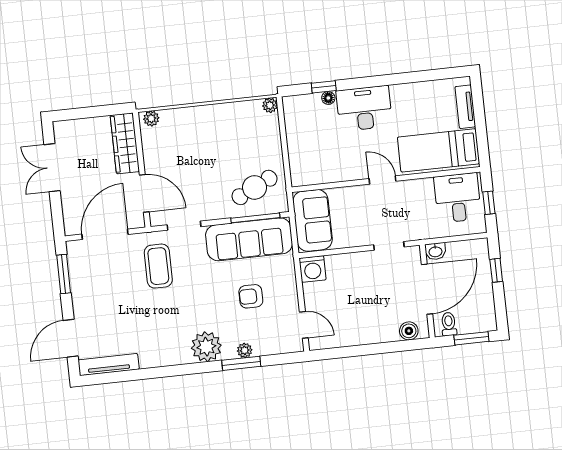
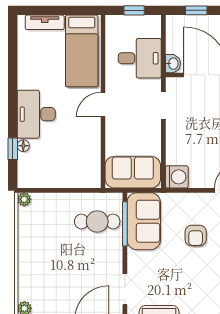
cafe table: (255, 187) -> (97, 221), turned -64
desk: (458, 198) -> (140, 58), moved, turned 180
sofa: (249, 239) -> (144, 221), width x0.73

